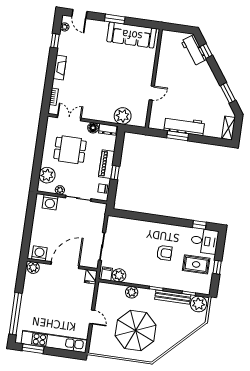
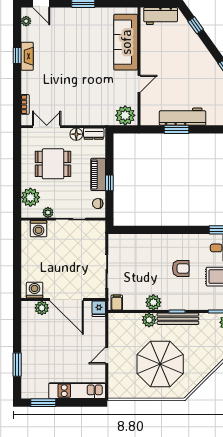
sofa: (132, 35) -> (126, 42), moved, turned 90
window: (55, 41) -> (17, 56), moved
workbench: (194, 50) -> (161, 16), moved, turned -55
fireplace: (60, 67) -> (27, 56), moved
plant: (123, 116) -> (125, 115), moved
door: (65, 265) -> (67, 299), swing flipped
plant: (33, 268) -> (42, 308), moved
plant: (119, 275) -> (153, 302), moved
bench: (173, 297) -> (178, 319), moved
window: (16, 314) -> (17, 365), width x0.47
door: (92, 317) -> (107, 356), swing flipped
kitchen unit: (54, 342) -> (77, 391), width x0.73

